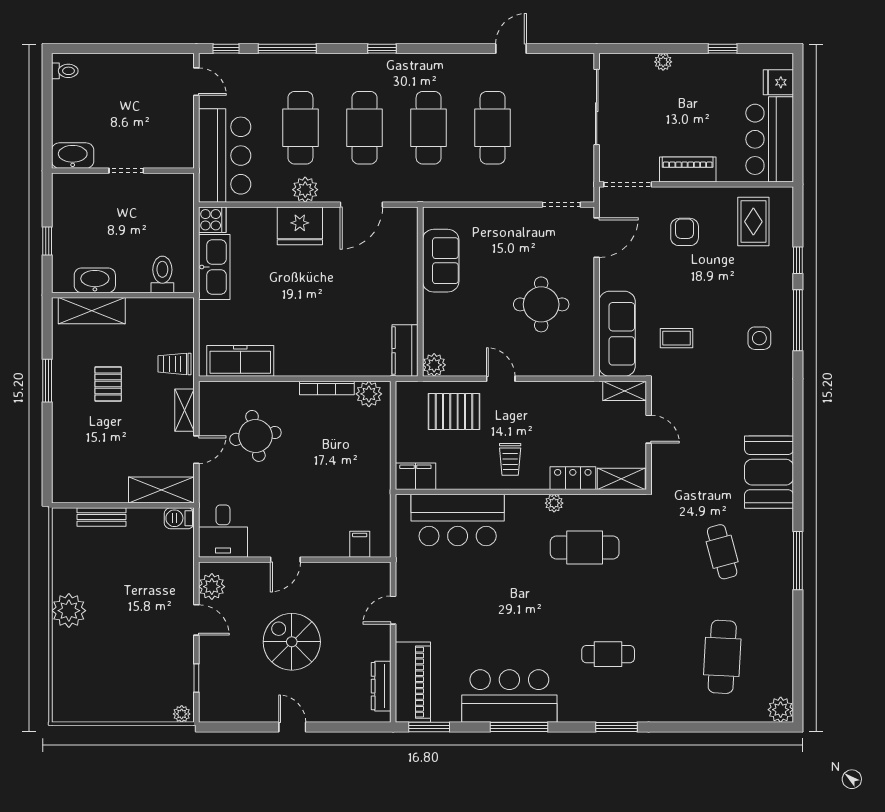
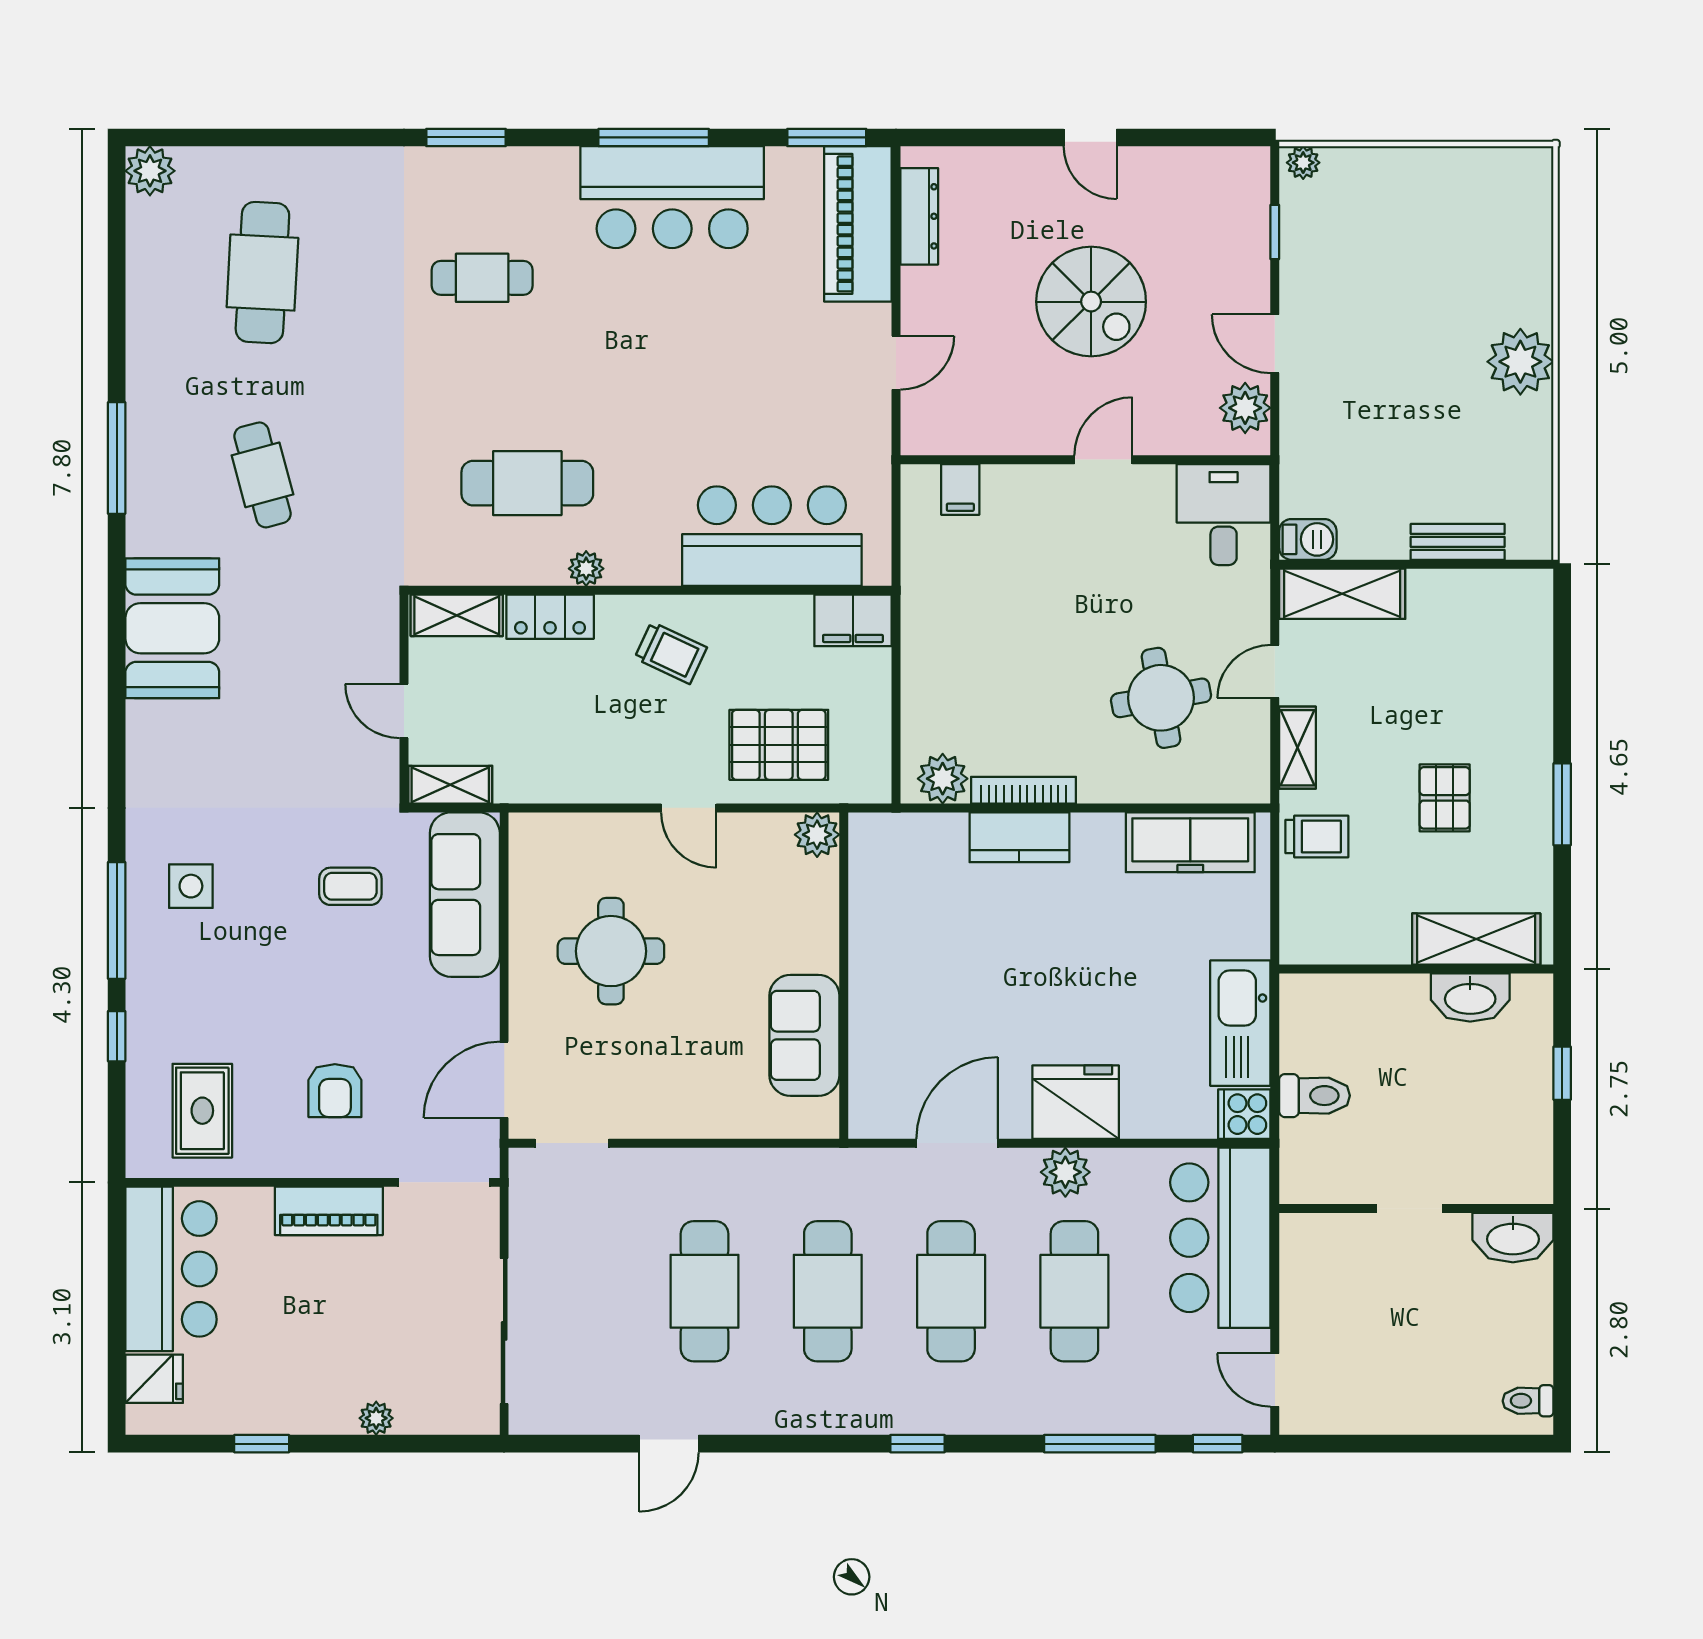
toilet: (162, 274) -> (1314, 1096), moved, turned -90
kitchen counter: (405, 351) -> (1019, 837), moved, turned 90
trolley: (510, 459) -> (671, 653), turned 115

